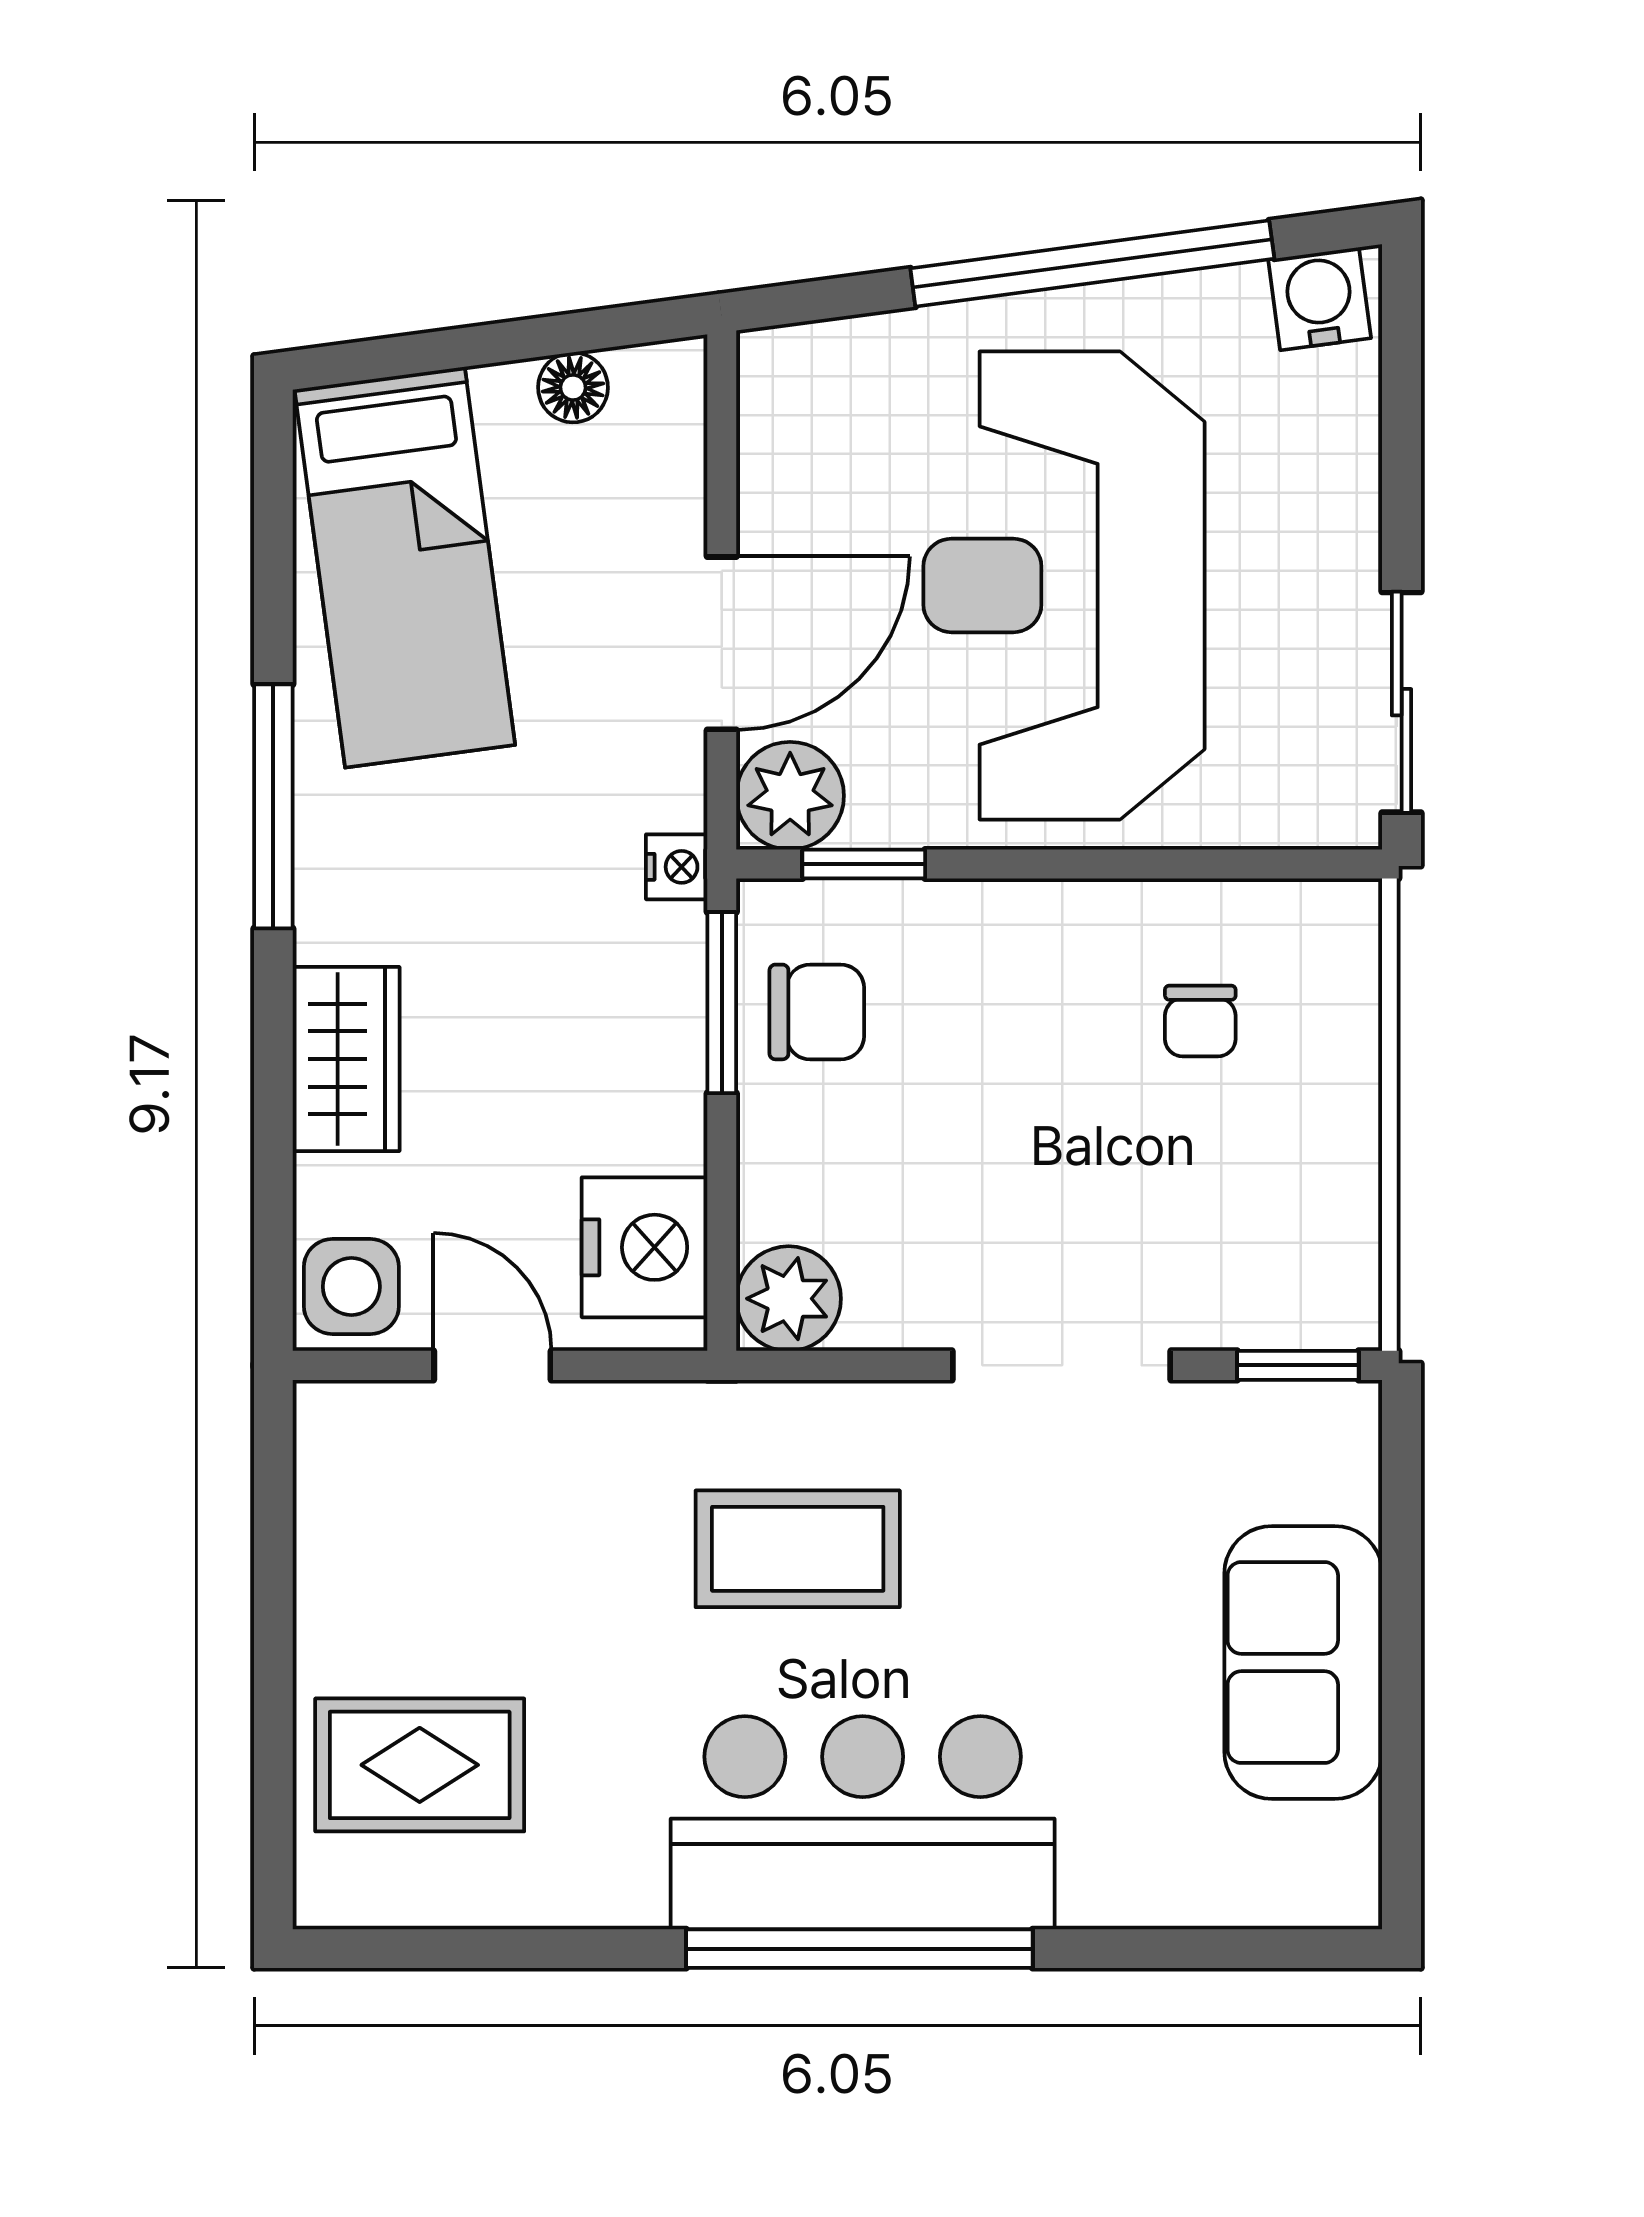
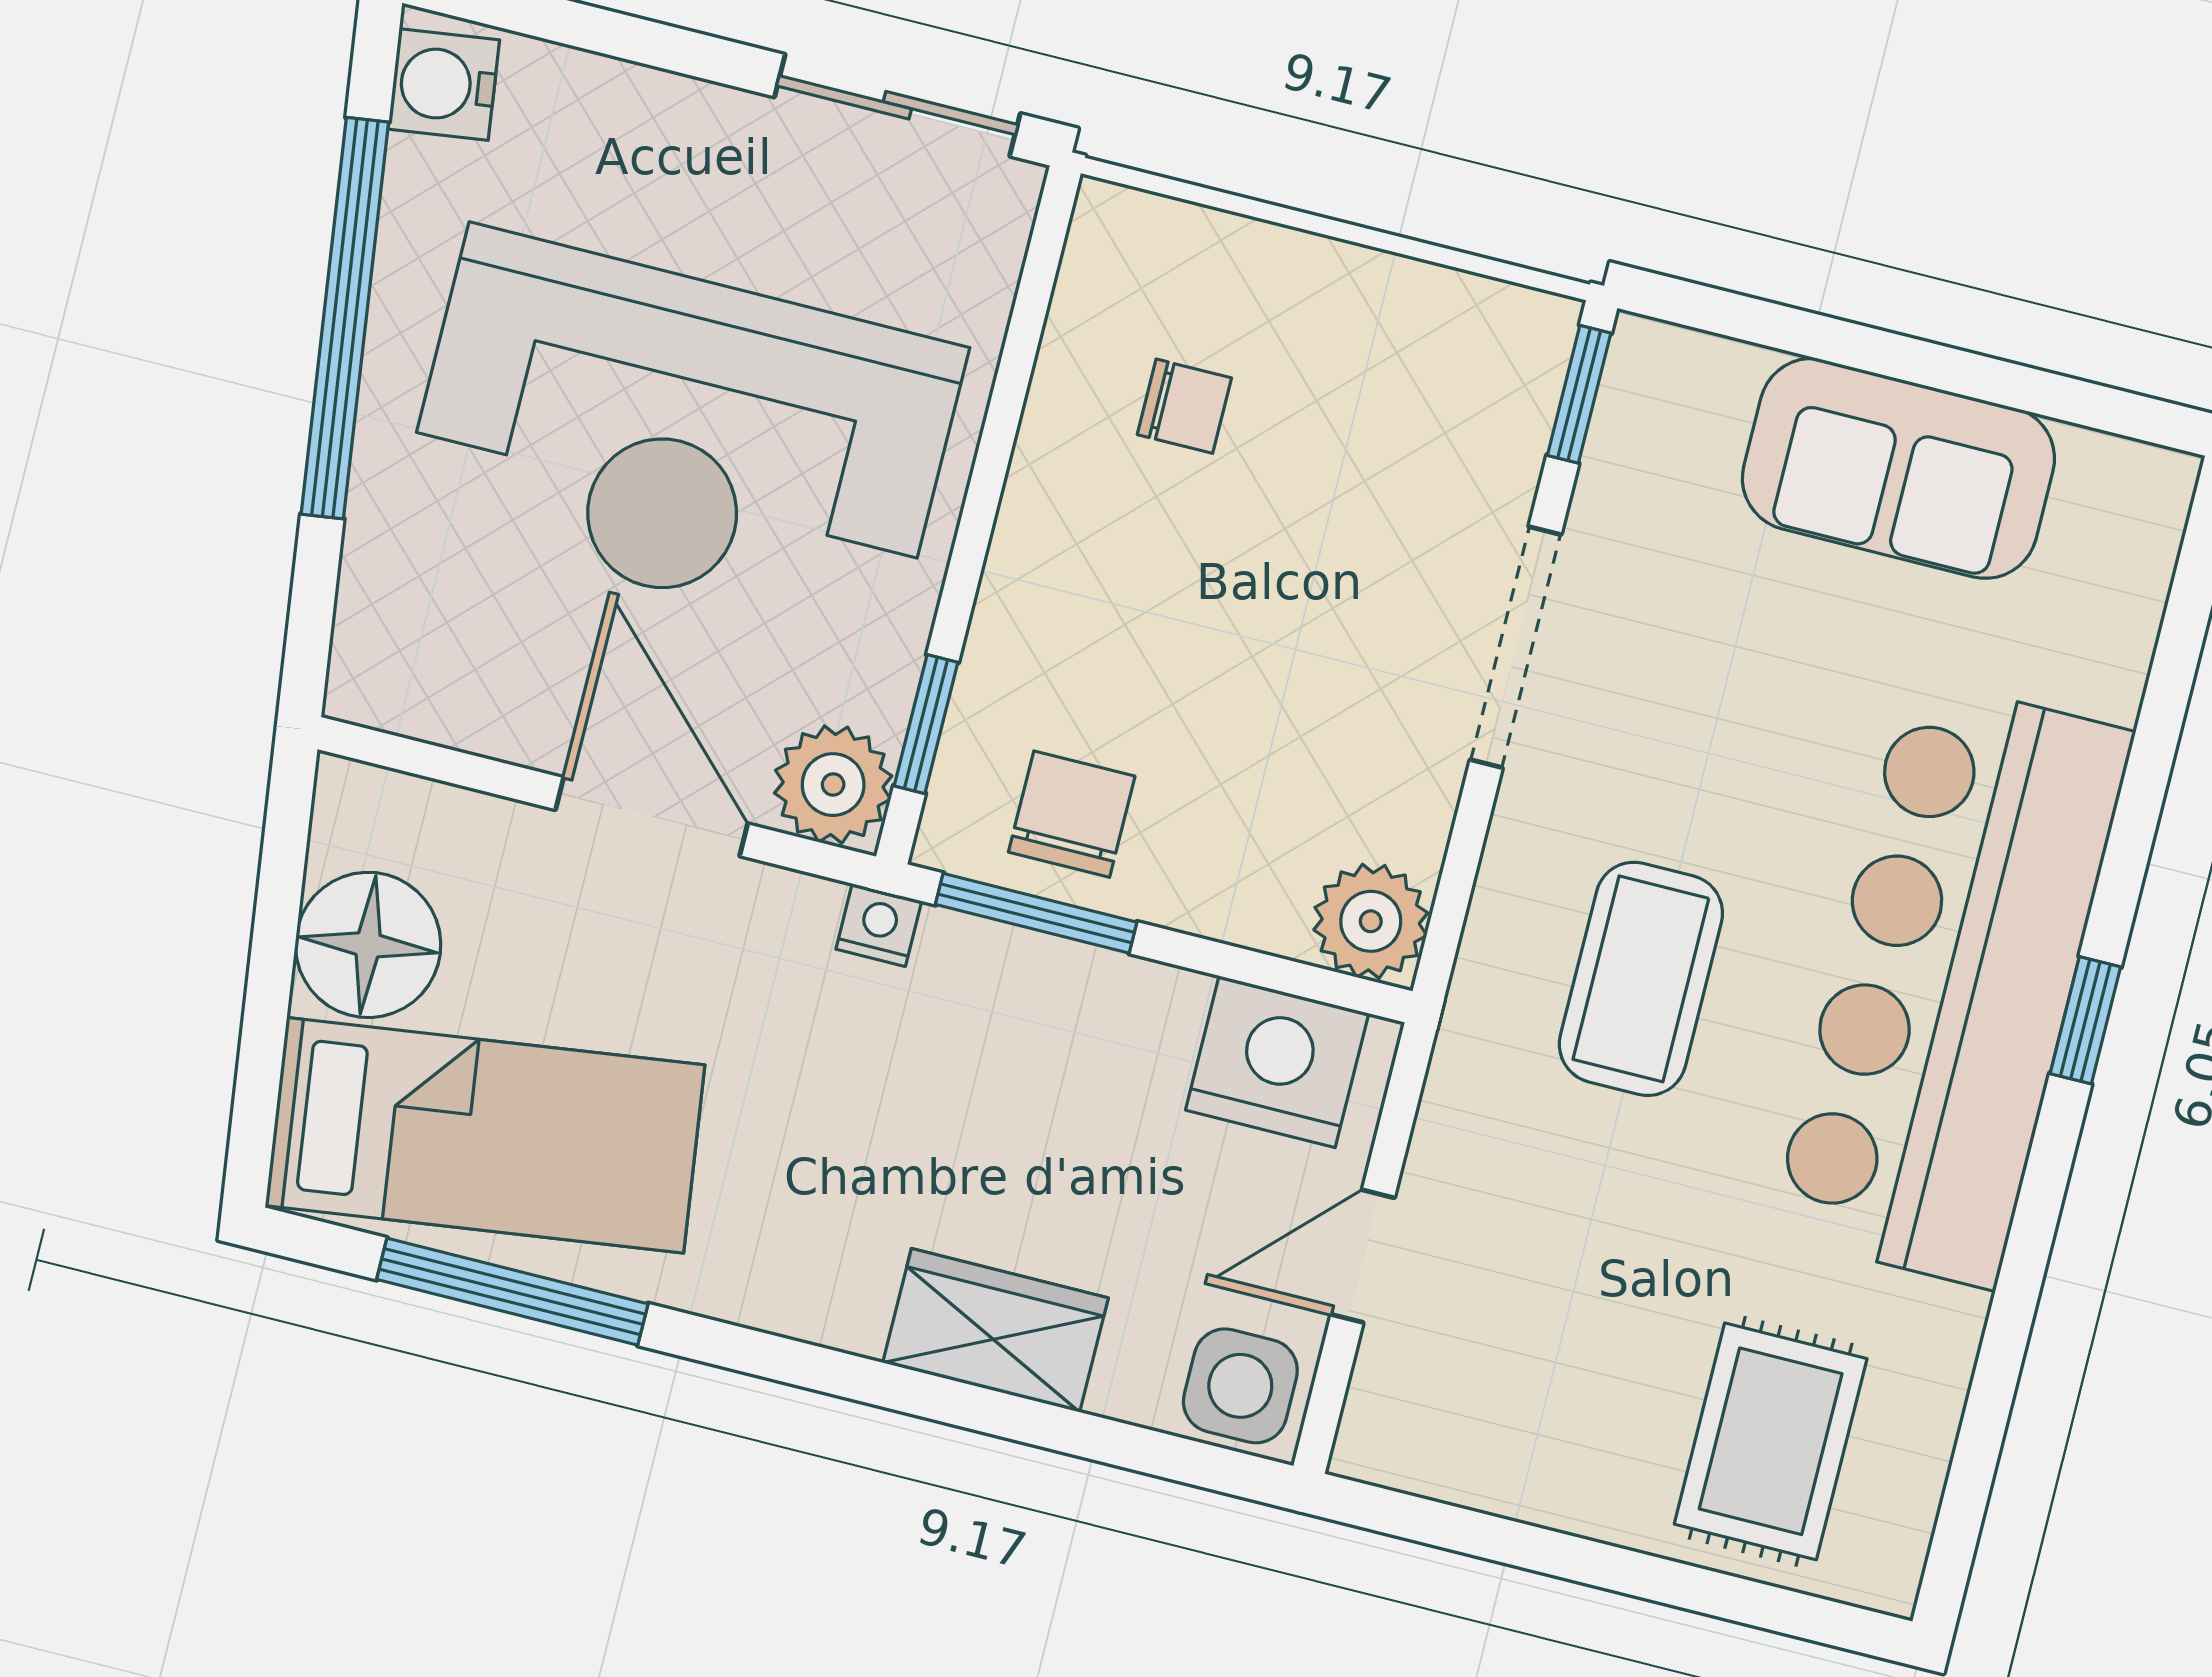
floor lamp: (573, 387) -> (368, 945), width x1.89, depth x1.89
window: (273, 806) -> (512, 1292), moved
bar counter: (863, 1823) -> (1952, 983), width x1.36
window: (859, 1949) -> (2085, 1020), width x0.32

